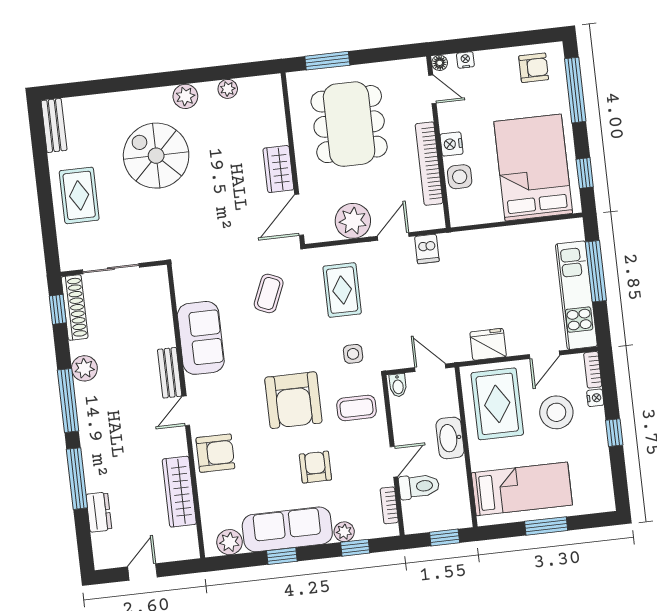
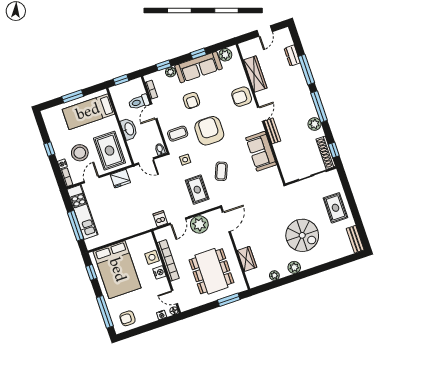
wardrobe: (278, 169) -> (247, 259), moved
coffee table: (269, 293) -> (221, 171), moved

